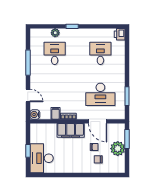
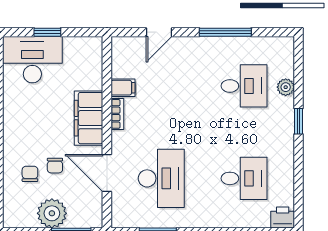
desk: (100, 94) -> (161, 178), turned 180
water cooler: (35, 114) -> (121, 46), removed
door: (98, 121) -> (107, 173), hinge flipped

